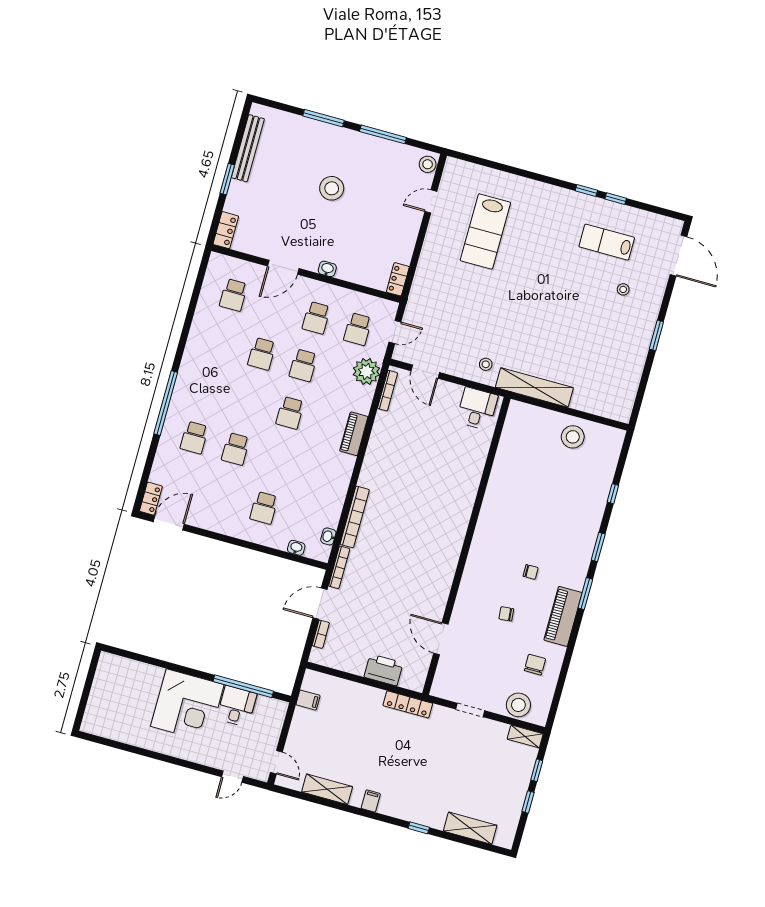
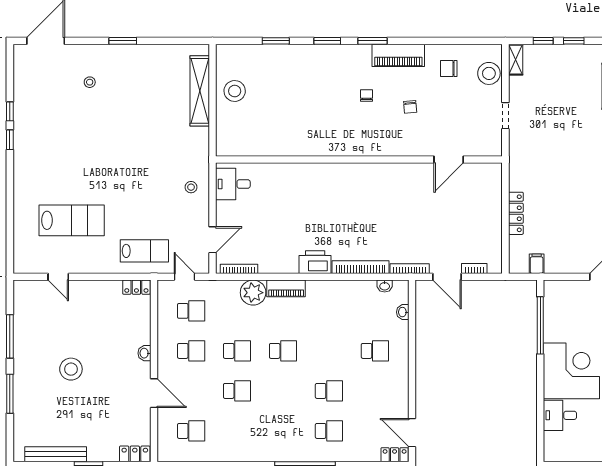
stool: (428, 164) -> (26, 289), removed
lab bench: (607, 242) -> (144, 251), moved, turned -90
plant: (366, 371) -> (253, 293), moved
shelving: (534, 387) -> (200, 91), moved
window: (613, 494) -> (276, 41), width x1.50
printer: (384, 670) -> (315, 262), moved, turned 90
locker: (408, 704) -> (516, 213), moved
desk: (237, 706) -> (560, 415), moved

